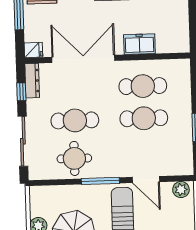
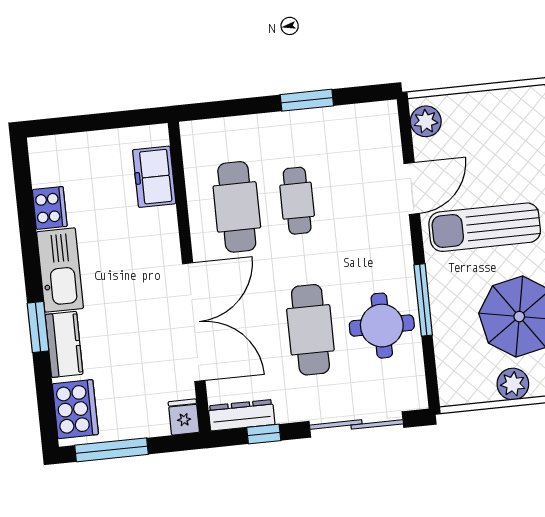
freezer: (139, 44) -> (154, 177), moved
double door: (83, 59) -> (194, 322), swing flipped
cafe table: (144, 118) -> (297, 201), width x0.73, depth x0.74
window: (100, 181) -> (423, 300), moved

